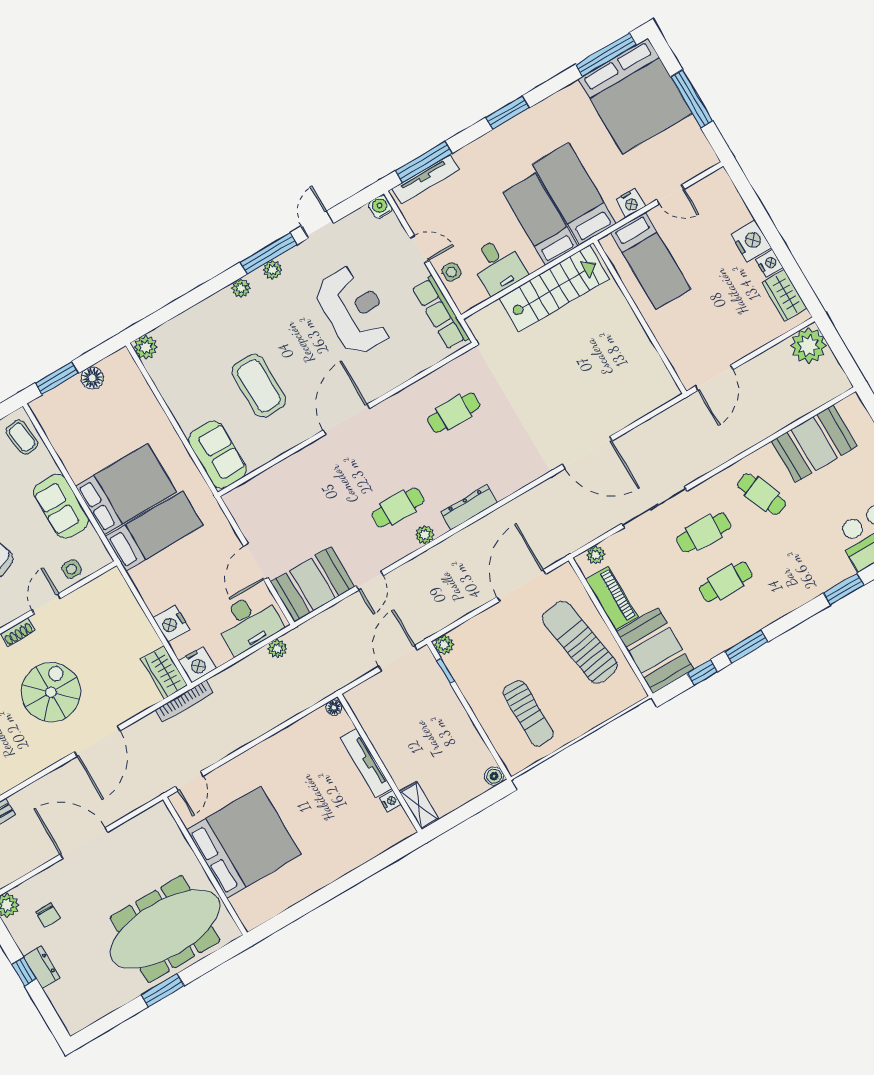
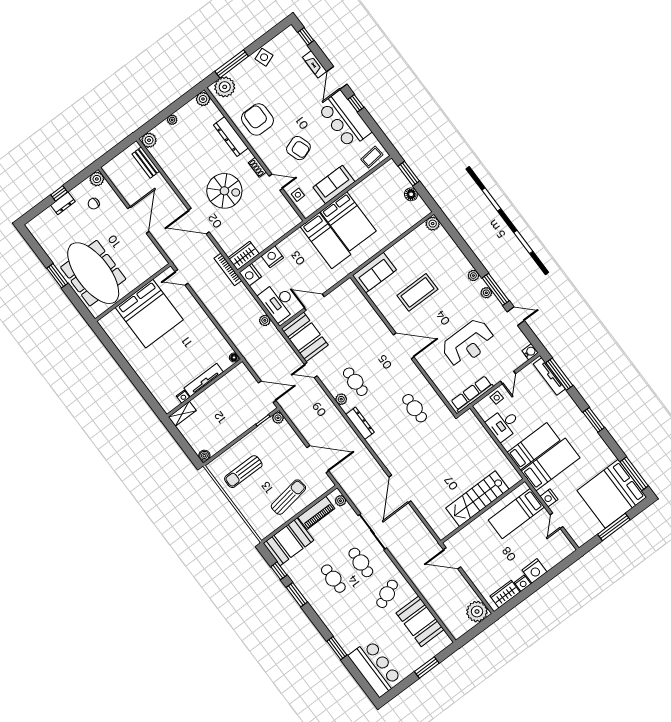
stairs: (554, 289) -> (477, 499), moved, turned 90
sun lounger: (580, 642) -> (288, 497), width x0.73, depth x0.75

